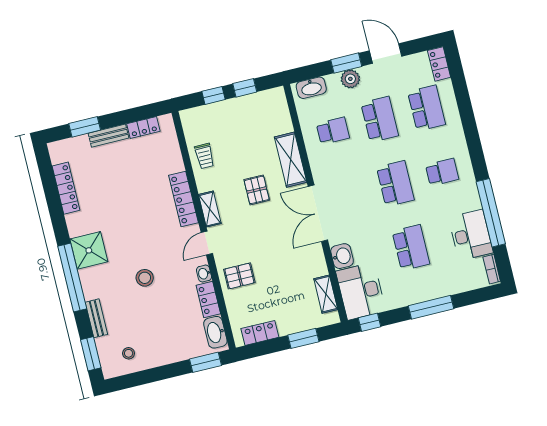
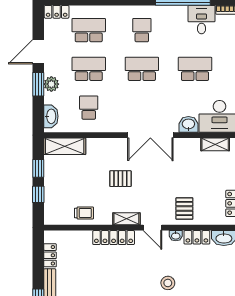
shelving: (291, 160) -> (65, 146), moved
desk: (471, 235) -> (201, 20), width x0.73

